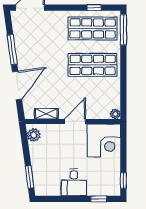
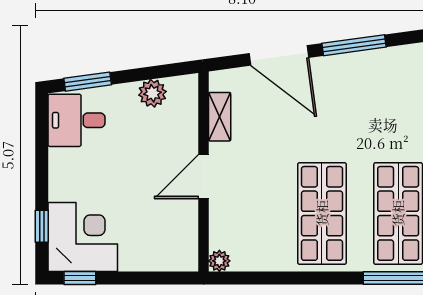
door: (75, 121) -> (204, 177), swing flipped
plant: (34, 135) -> (152, 93), moved
corner desk: (104, 140) -> (83, 237), moved, turned 180
desk: (74, 182) -> (76, 120), moved

